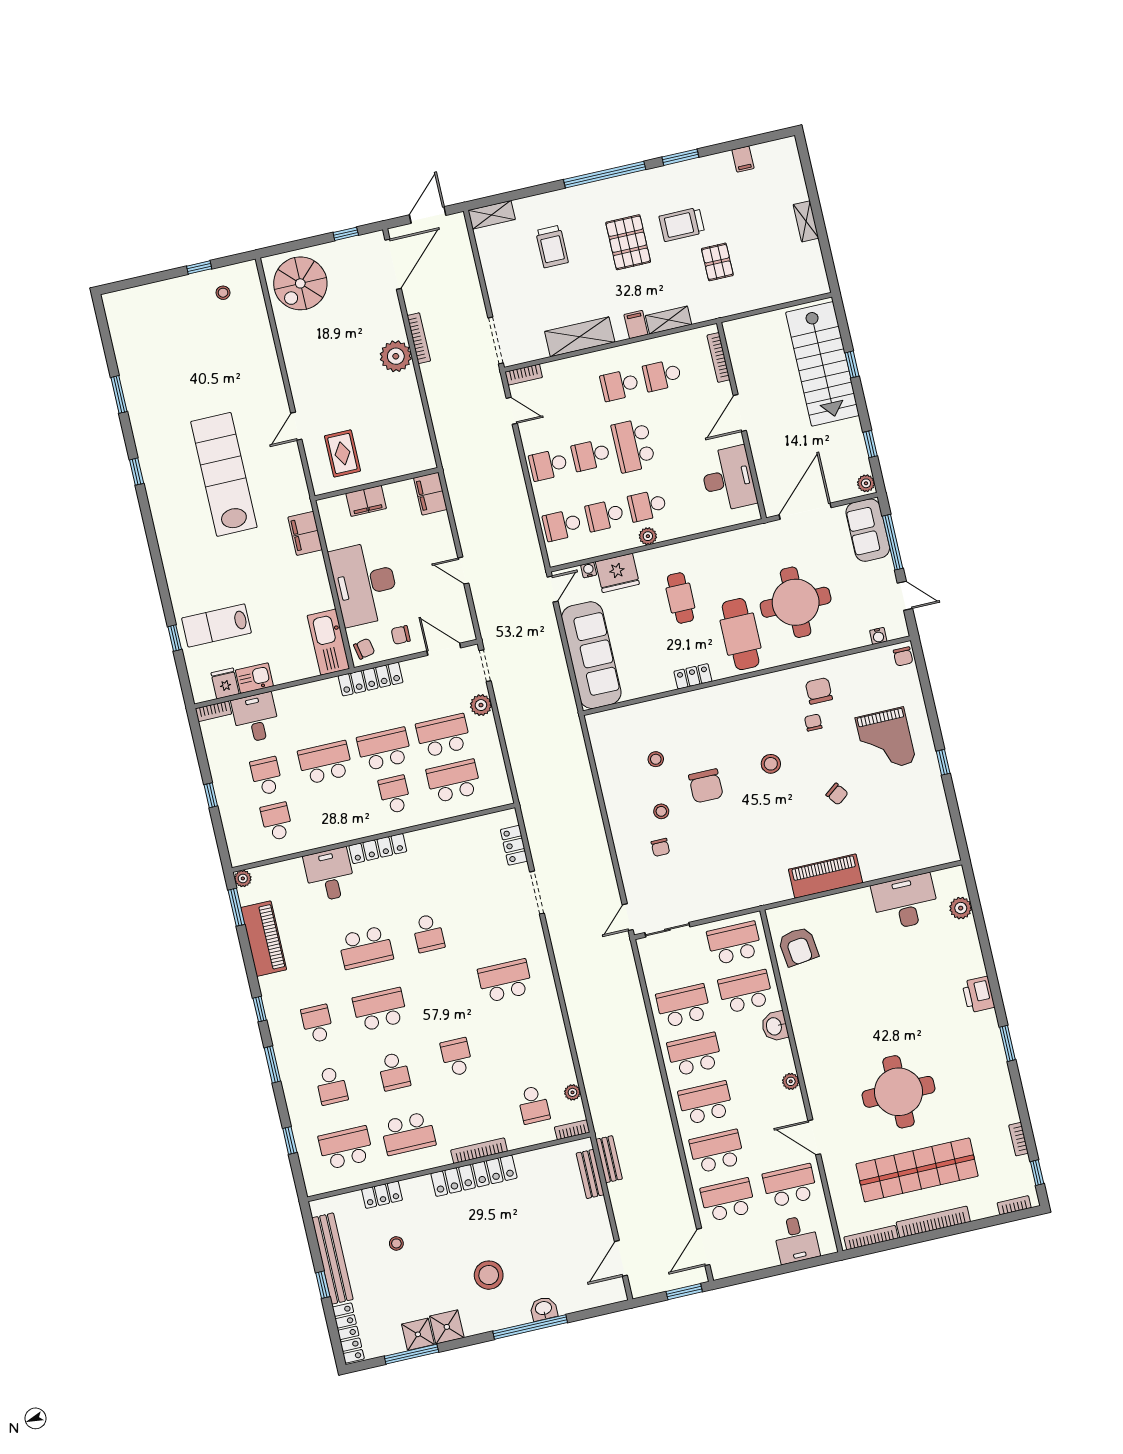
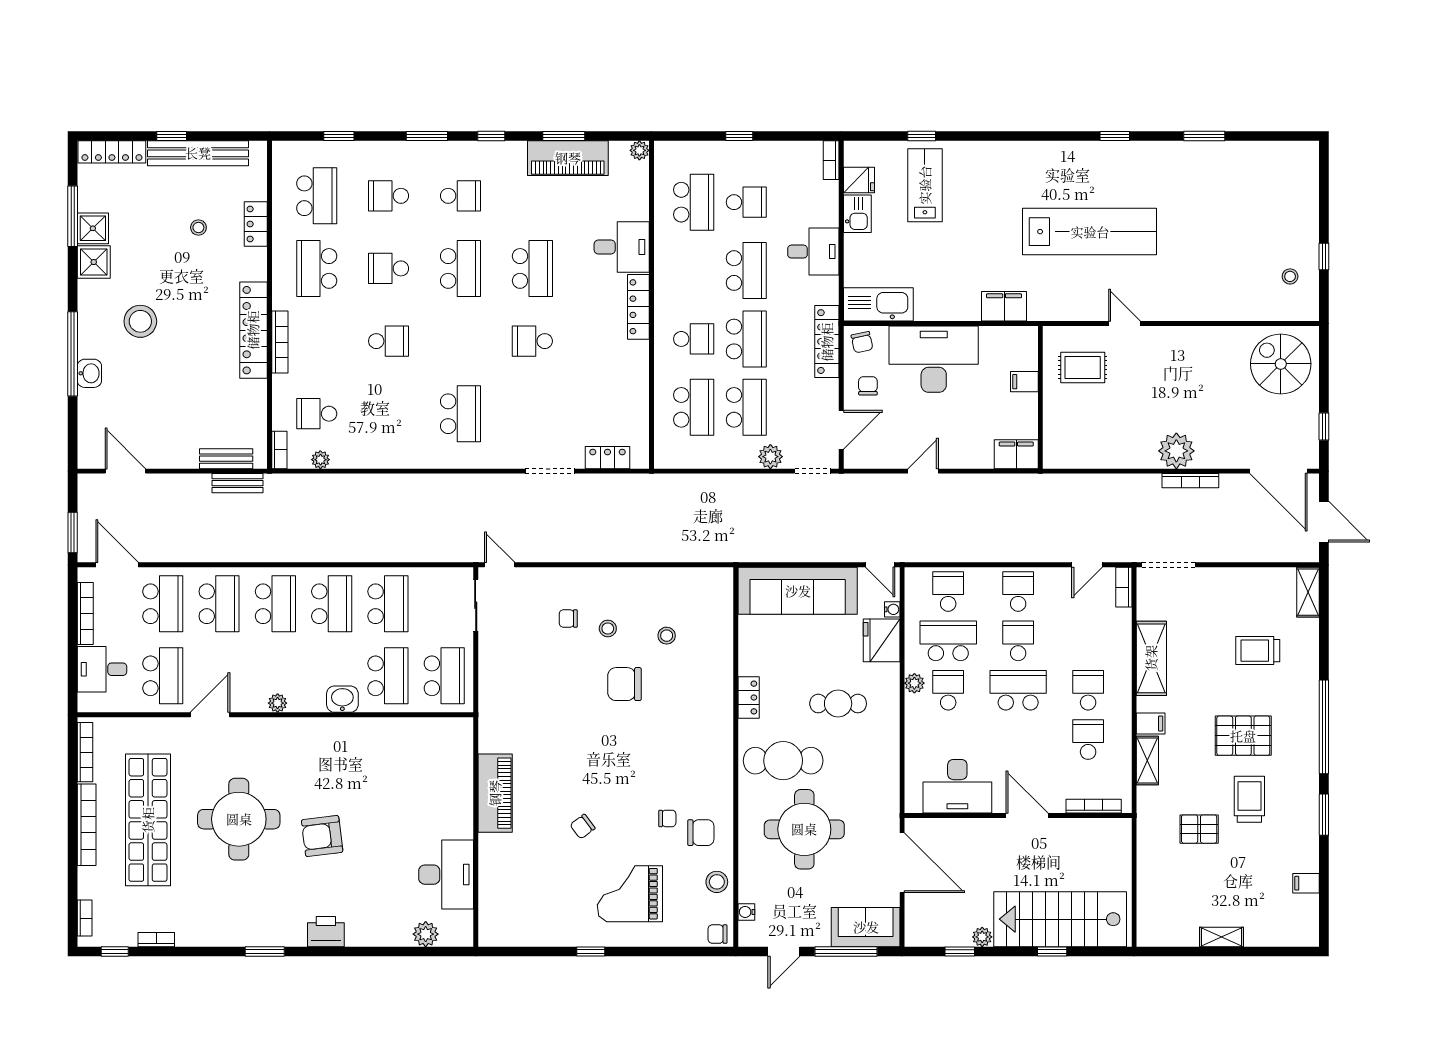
plant: (866, 483) -> (982, 937), moved
filing cabinet: (366, 501) -> (1024, 382), width x0.50
school desk: (605, 515) -> (948, 641), width x1.85
desk: (256, 718) -> (813, 252), moved
stool: (771, 764) -> (717, 882), moved
school desk: (277, 822) -> (694, 202), width x1.85
window: (236, 907) -> (564, 136), moved
school desk: (366, 947) -> (532, 268), turned 180
armchair: (798, 947) -> (322, 836), moved
bookcase: (751, 1265) -> (85, 613), added

